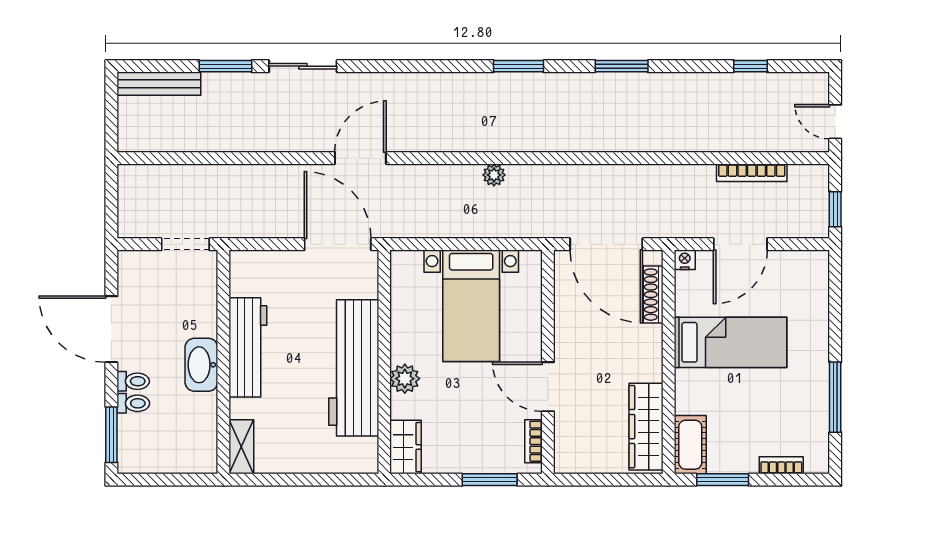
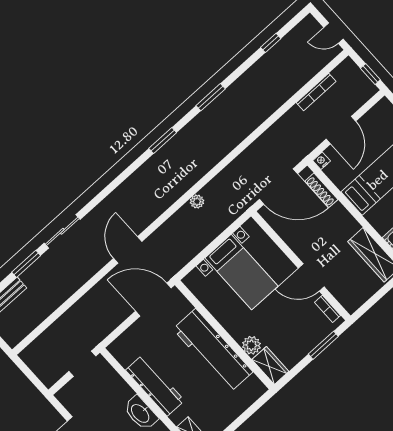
plant: (405, 379) -> (251, 345), moved

